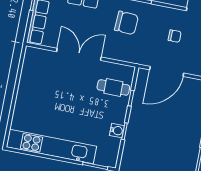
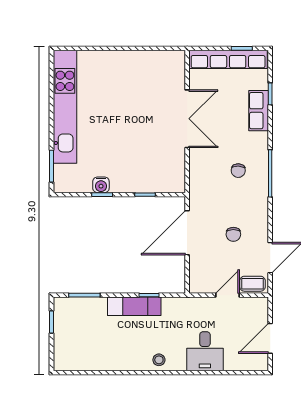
chair: (126, 23) -> (238, 171), width x0.54, depth x0.54
door: (167, 71) -> (187, 233), hinge flipped
cafe table: (113, 87) -> (154, 170), removed

